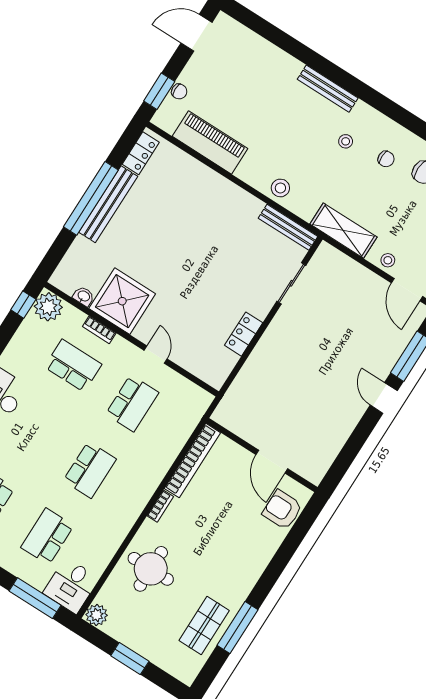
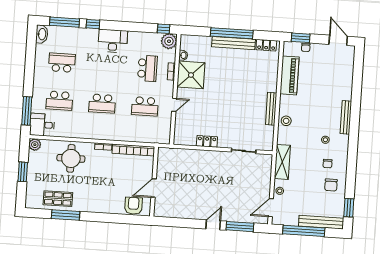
bench: (288, 227) -> (271, 109), moved
school desk: (47, 537) -> (59, 101), turned 180

